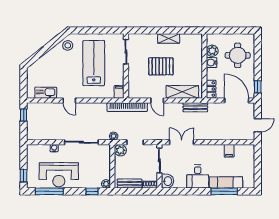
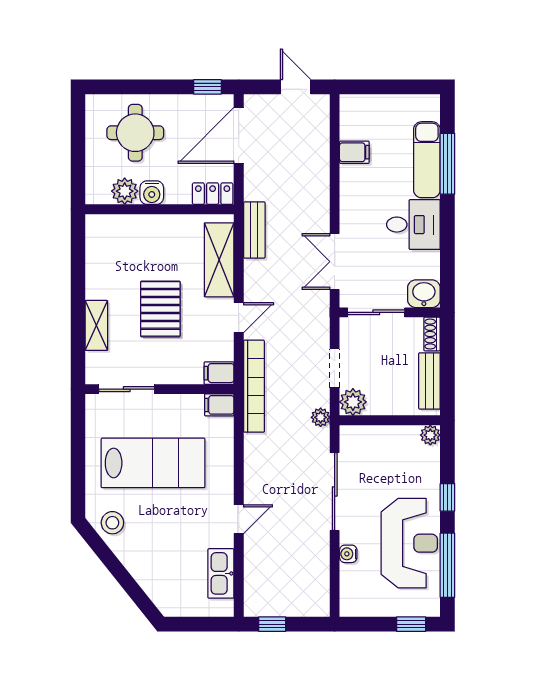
shelving: (169, 38) -> (96, 325), moved
lab bench: (94, 63) -> (153, 463), turned 180
filing cabinet: (133, 92) -> (219, 373), added
window: (92, 191) -> (447, 497), moved

